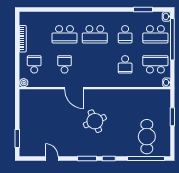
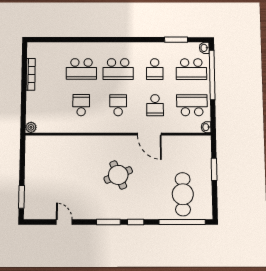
school desk: (34, 64) -> (118, 105), moved
door: (74, 88) -> (149, 134), moved

